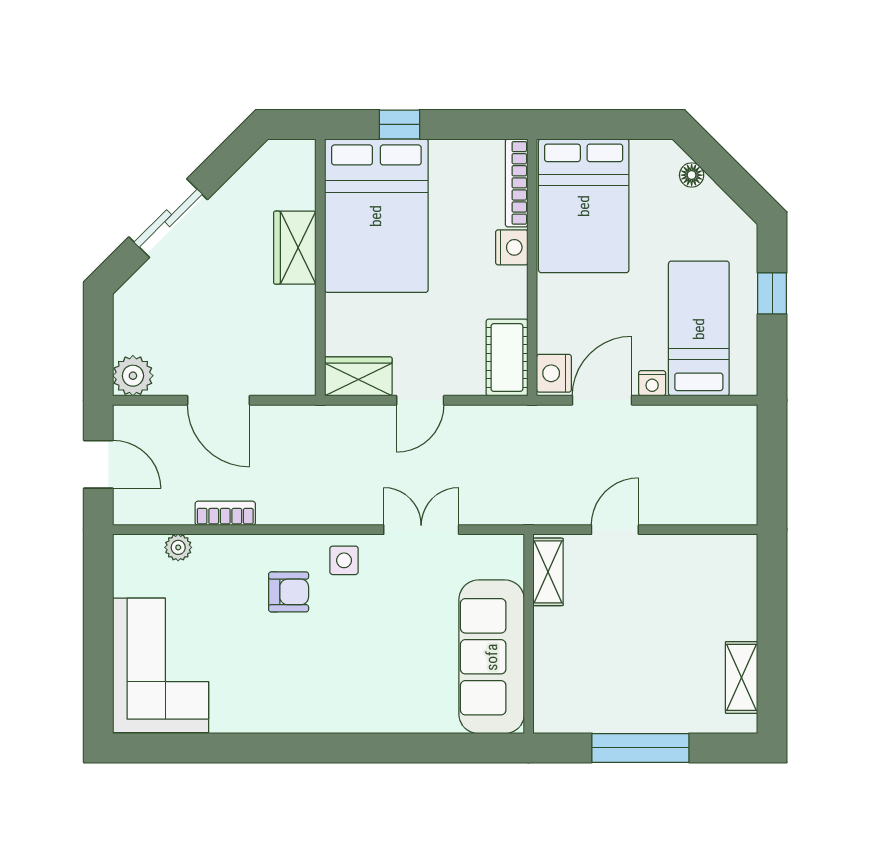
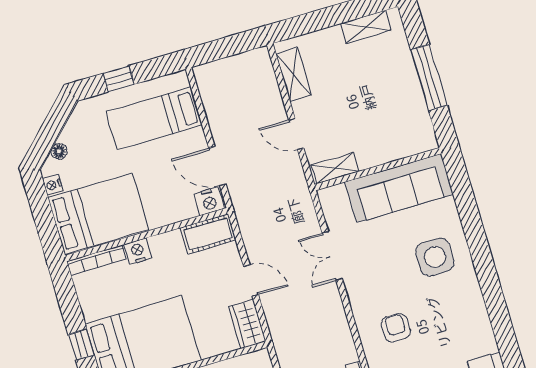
nightstand: (652, 383) -> (53, 185), moved, turned 180
shelving: (703, 551) -> (293, 75), added
side table: (344, 560) -> (435, 257), moved, width x1.87, depth x1.87

